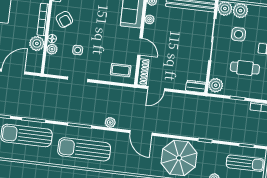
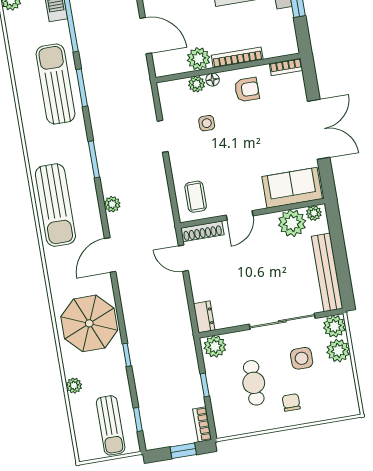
armchair: (64, 19) -> (247, 90), turned -144
plant: (150, 19) -> (292, 223), width x1.87, depth x1.87
sun lounger: (84, 149) -> (55, 205), moved, turned 180

